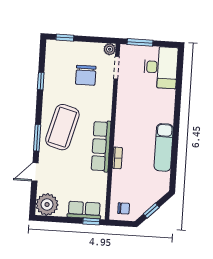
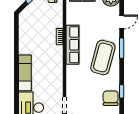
chair: (86, 75) -> (111, 98), moved
exam couch: (164, 147) -> (25, 73), moved

